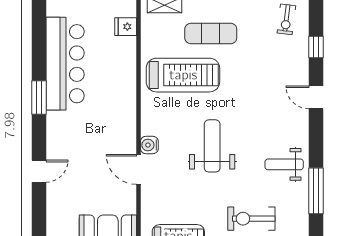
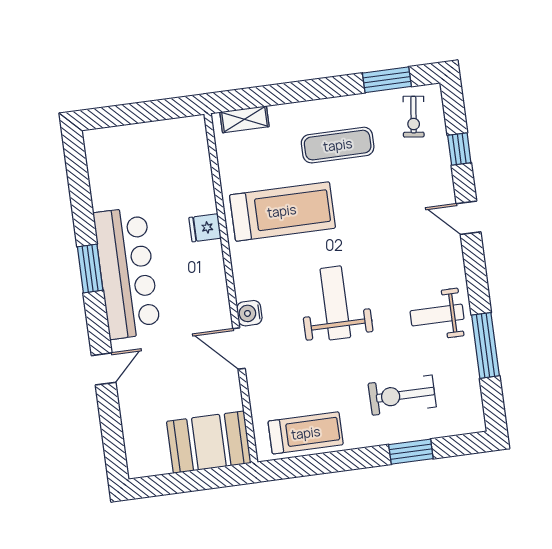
fridge: (126, 27) -> (205, 228), moved
exercise mat: (211, 34) -> (338, 145), moved
bar counter: (65, 64) -> (127, 273), moved

